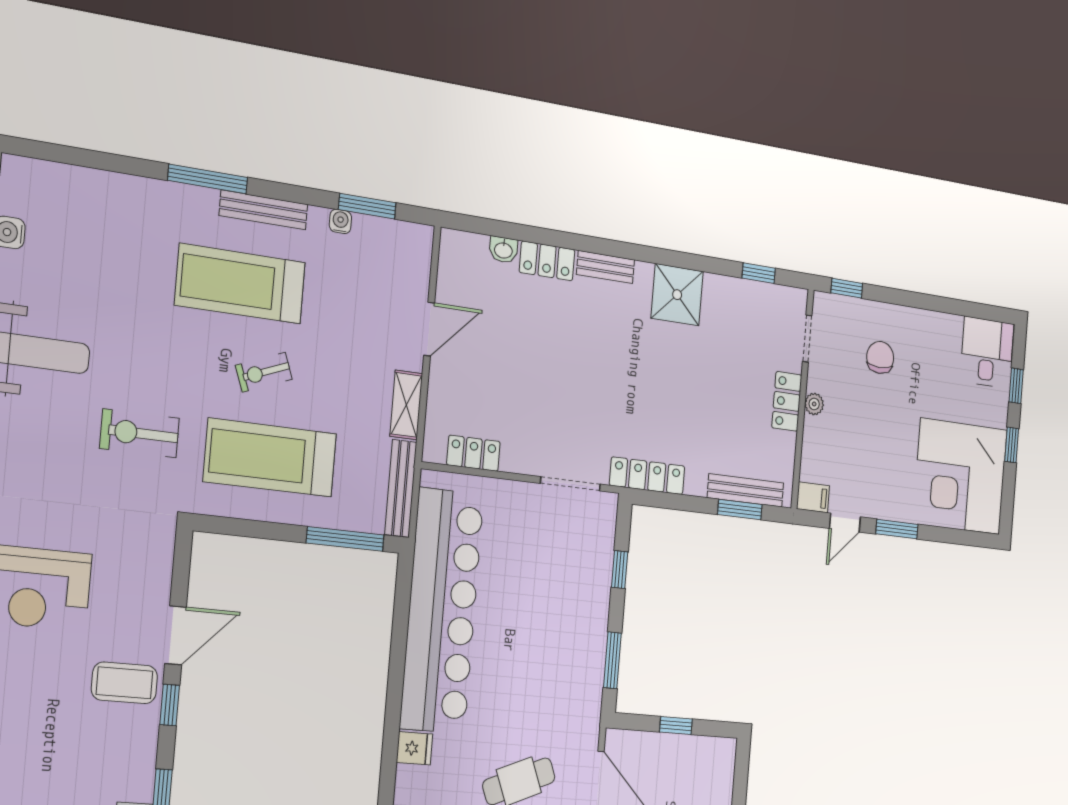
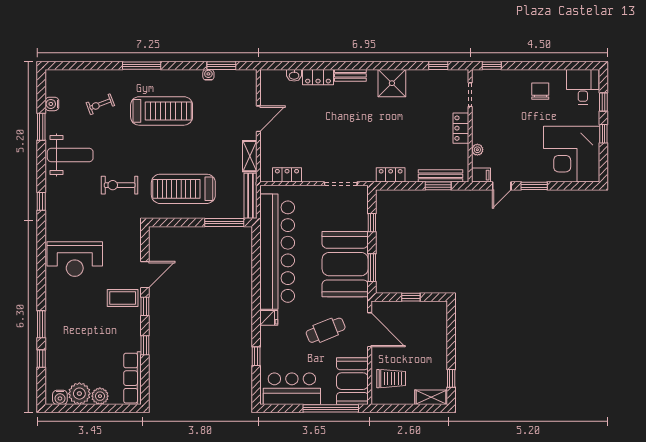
bench: (264, 210) -> (170, 75), removed
treadmill: (240, 284) -> (162, 111), turned 180
chair: (880, 357) -> (540, 91), moved
exercise bike: (264, 372) -> (100, 104), moved
plant: (814, 404) -> (477, 150), moved
locker: (647, 476) -> (391, 175), width x0.66
booth: (565, 649) -> (345, 264), added

